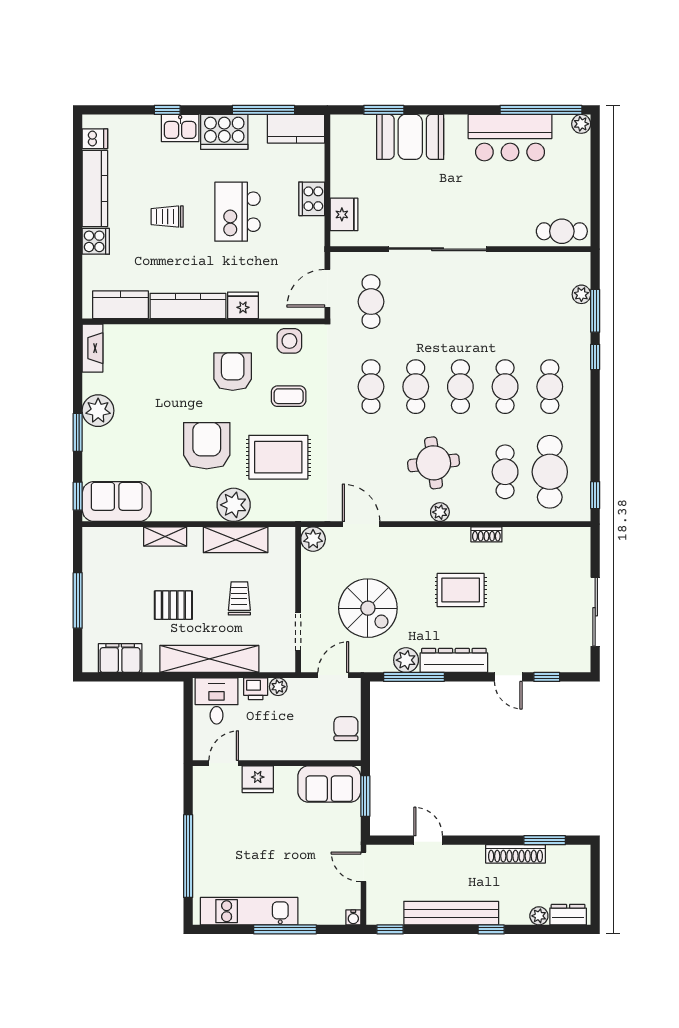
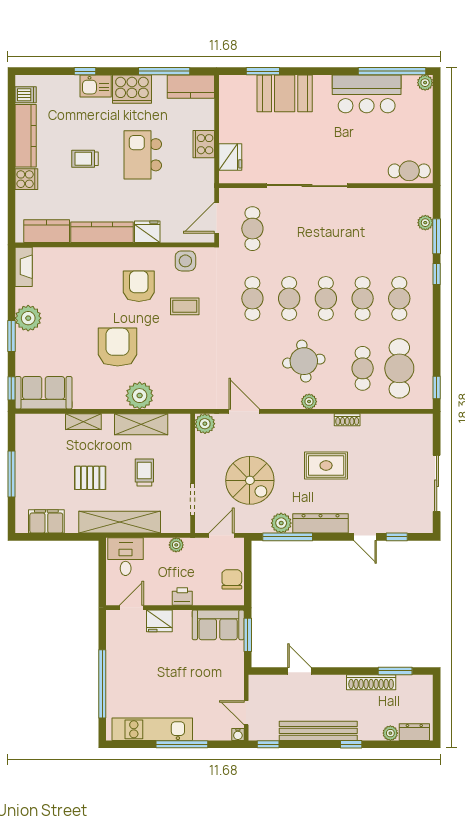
rug: (278, 457) -> (176, 356), removed
printer: (256, 689) -> (182, 596), moved, turned 180
door: (363, 867) -> (246, 713), moved

